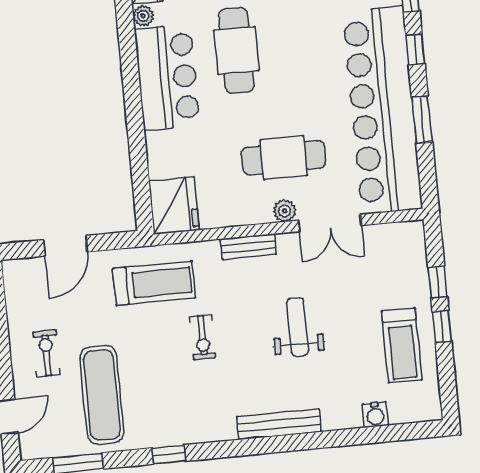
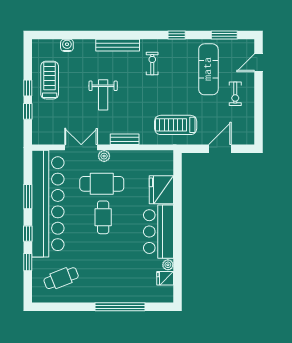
cafe table: (236, 50) -> (103, 217), moved, width x0.73, depth x0.74
fridge: (174, 206) -> (161, 190), moved
exercise bike: (202, 337) -> (152, 64), moved

